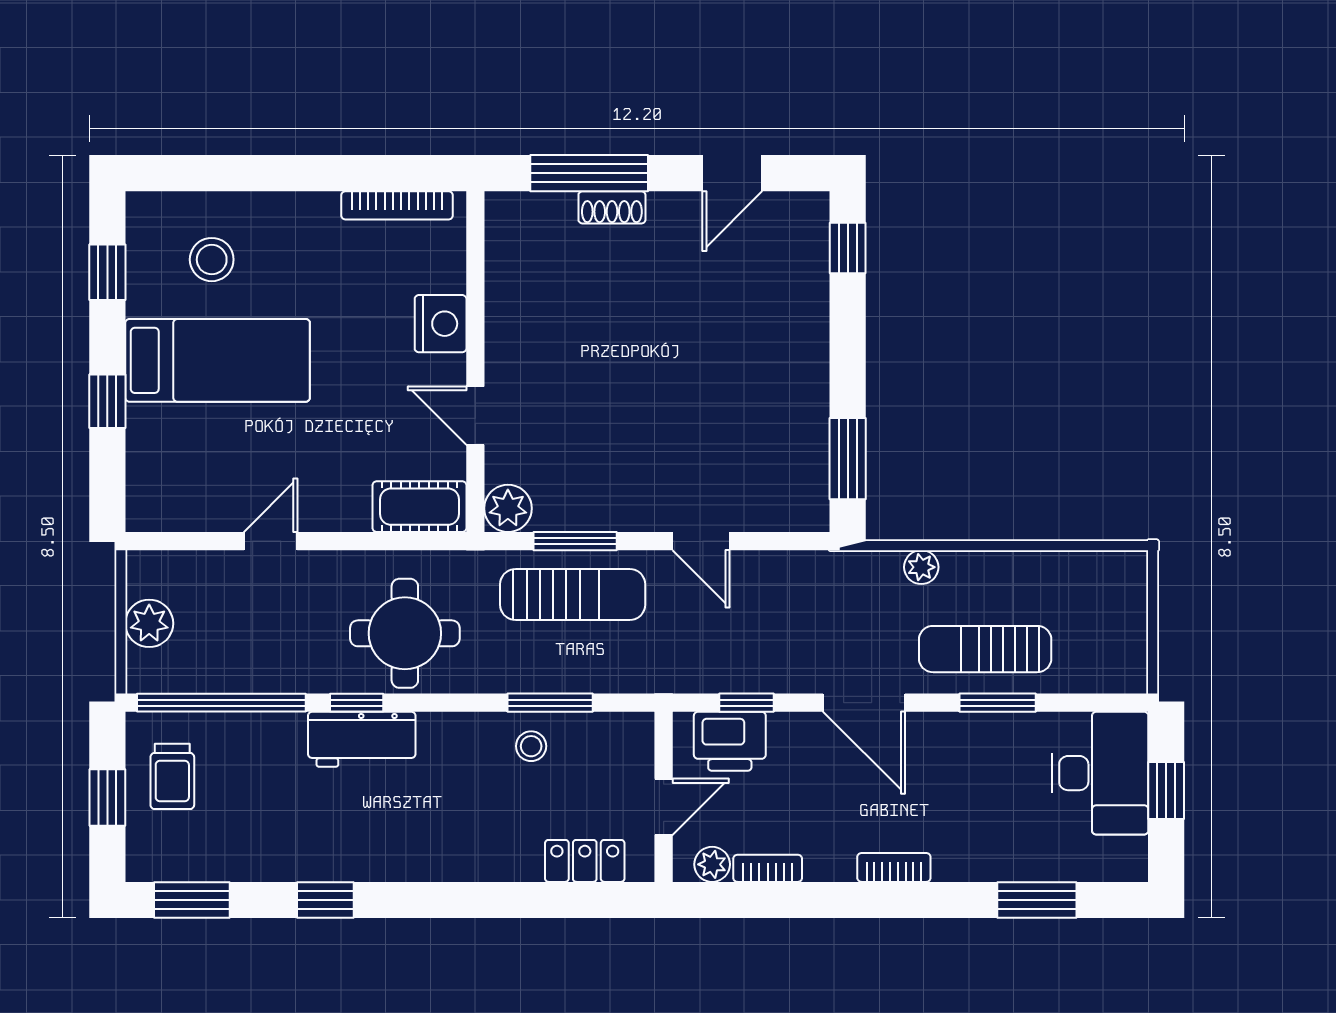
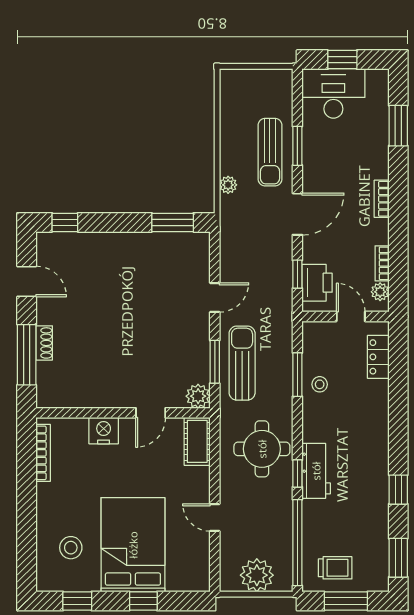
bed: (218, 360) -> (133, 545), width x1.50
plant: (149, 623) -> (257, 575), width x1.36, depth x1.36
window: (107, 797) -> (346, 601), width x1.50

